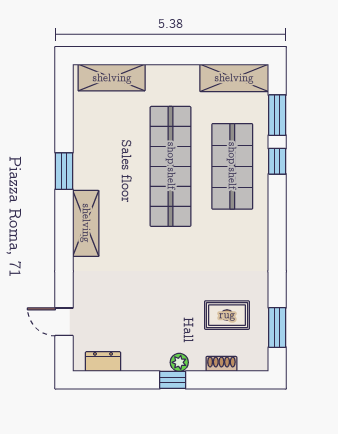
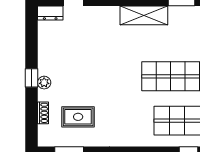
rug: (227, 315) -> (78, 117), turned 90
dresser: (103, 362) -> (50, 13), moved, turned 90

